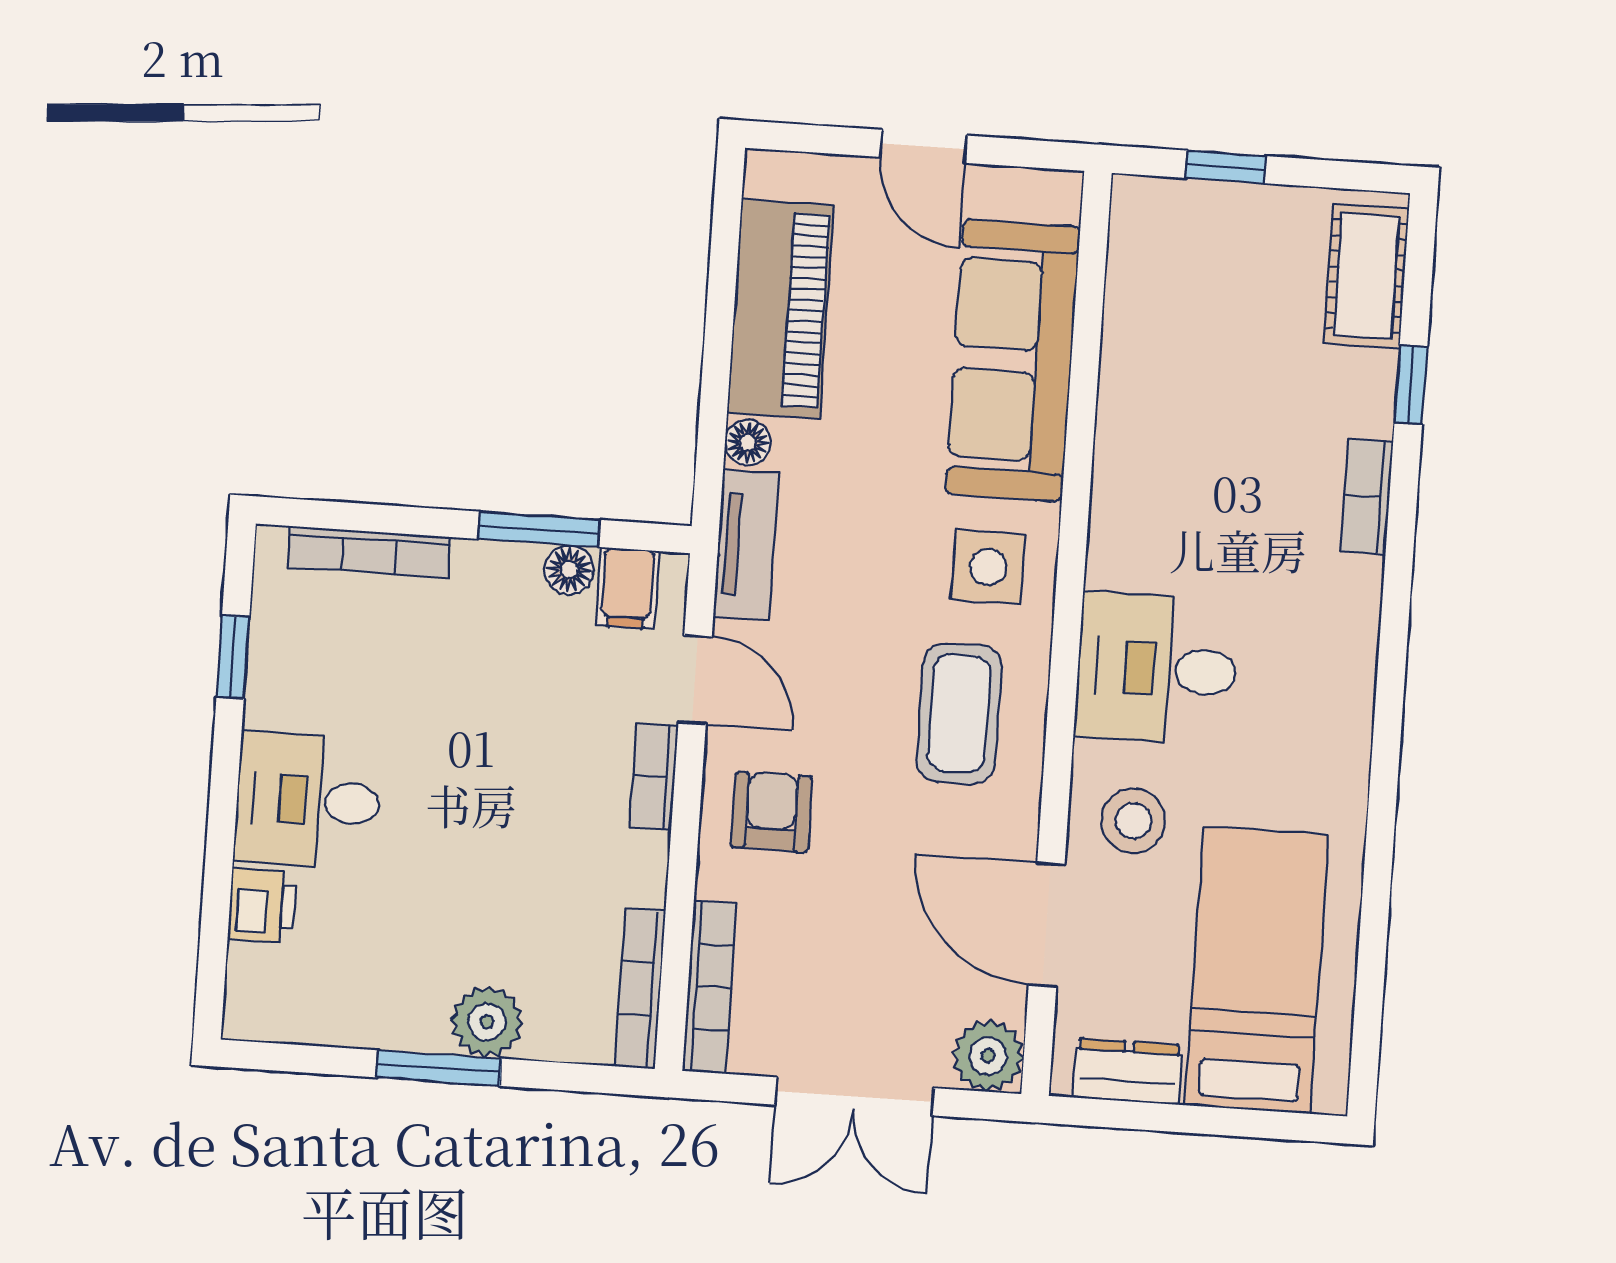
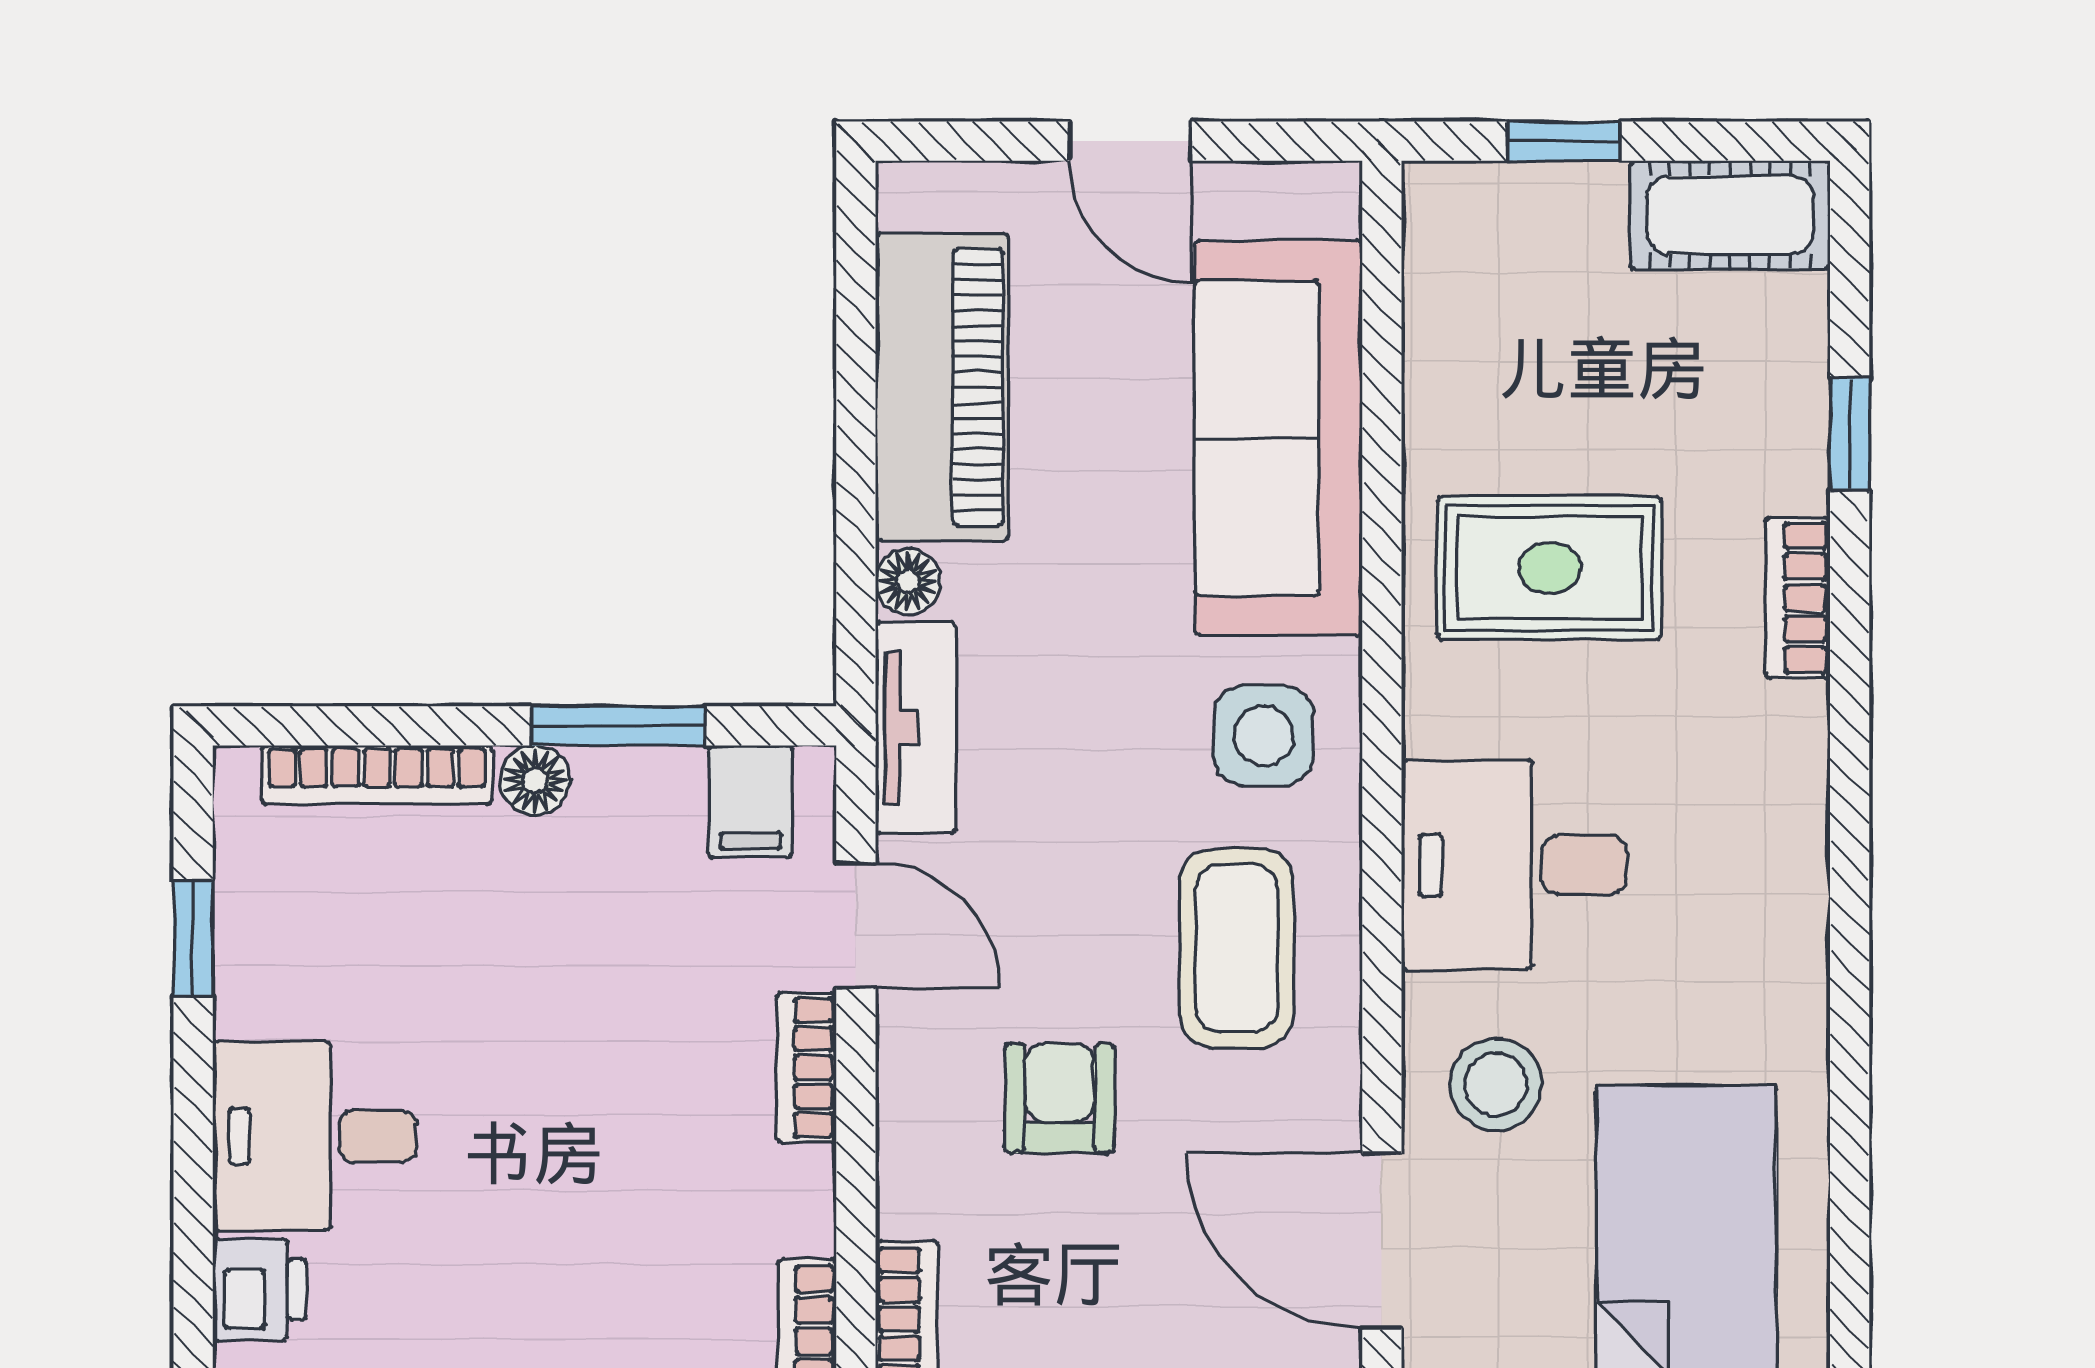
cot: (1366, 276) -> (1730, 215), moved, turned 90
rug: (1195, 464) -> (1549, 568), added
floor lamp: (569, 570) -> (535, 780), moved
armchair: (771, 812) -> (1060, 1098), moved

